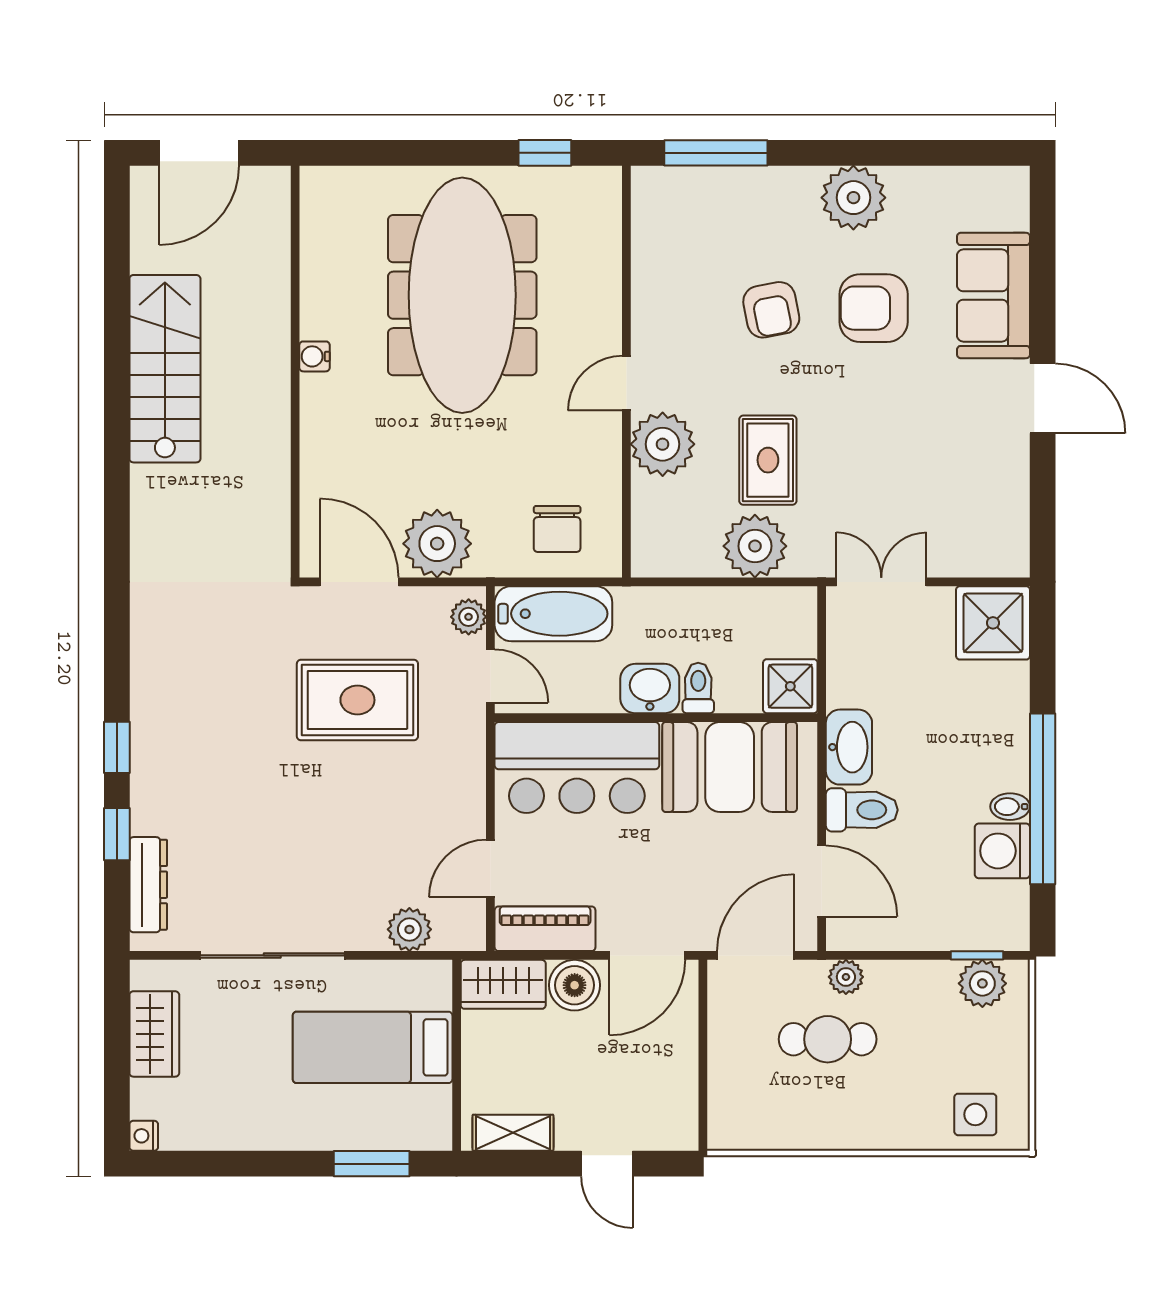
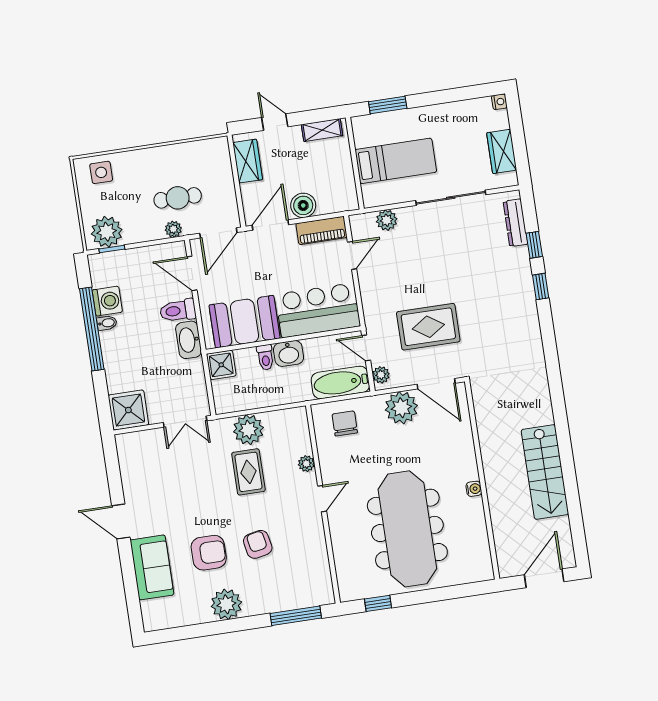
plant: (663, 444) -> (306, 464), width x0.53, depth x0.53
plant: (982, 983) -> (107, 232), width x1.36, depth x1.36
wardrobe: (503, 984) -> (248, 161), moved, turned 90

